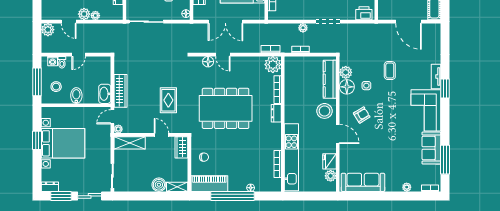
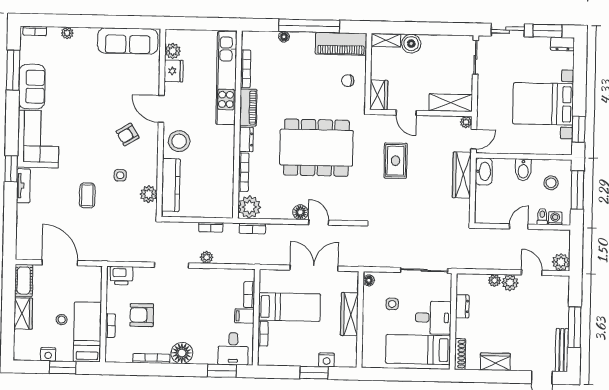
floor lamp: (208, 62) -> (300, 212), moved
floor lamp: (347, 87) -> (147, 174), removed
piano: (275, 136) -> (248, 108), added
window: (37, 140) -> (579, 129), moved

